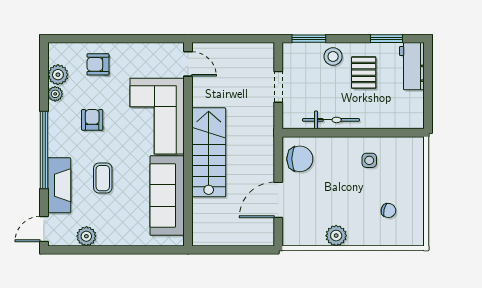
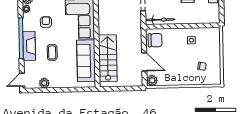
bicycle: (331, 120) -> (160, 20), moved
stairs: (209, 152) -> (108, 58), moved
fireplace: (59, 185) -> (29, 46), moved
door: (278, 200) -> (144, 62), swing flipped
plant: (336, 236) -> (152, 80), moved

